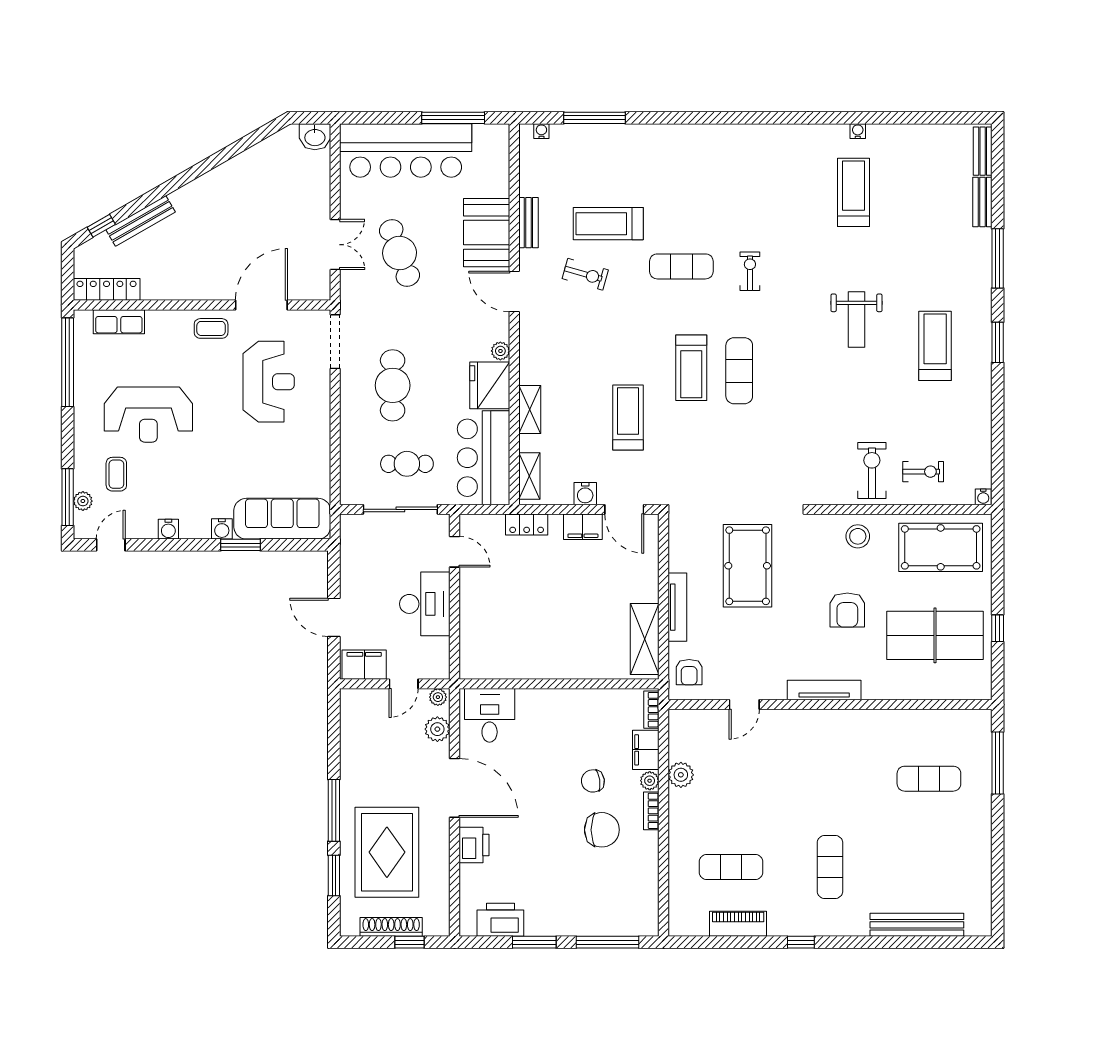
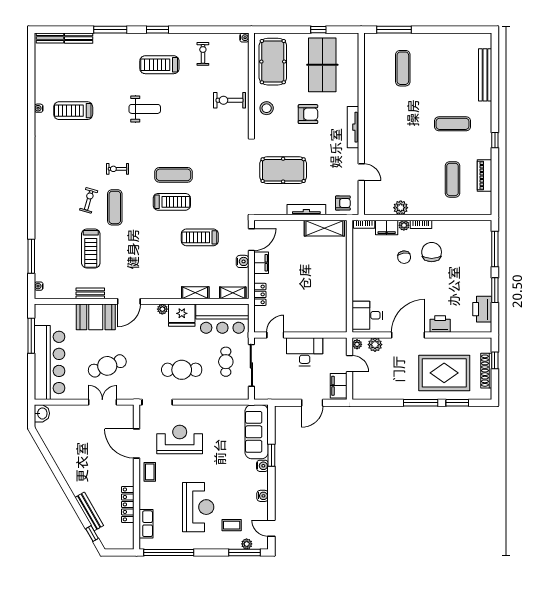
exercise bike: (585, 274) -> (89, 200), moved
locker: (107, 289) -> (128, 504), moved
exercise bike: (923, 472) -> (203, 54), moved

